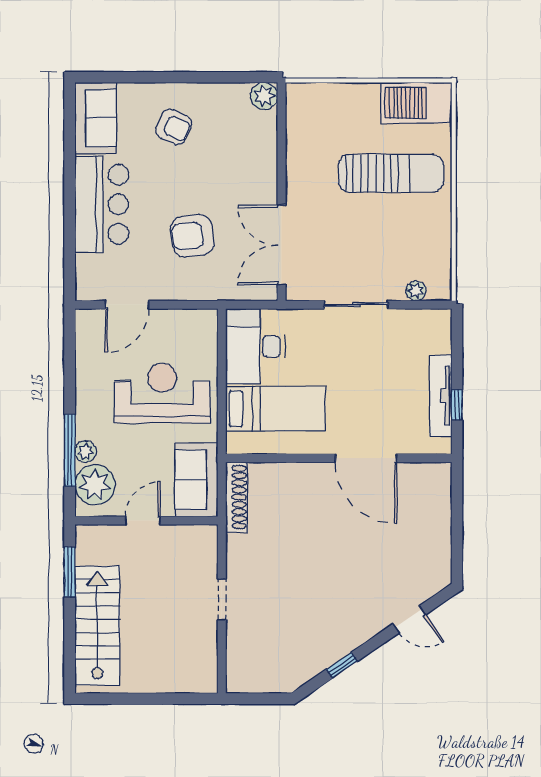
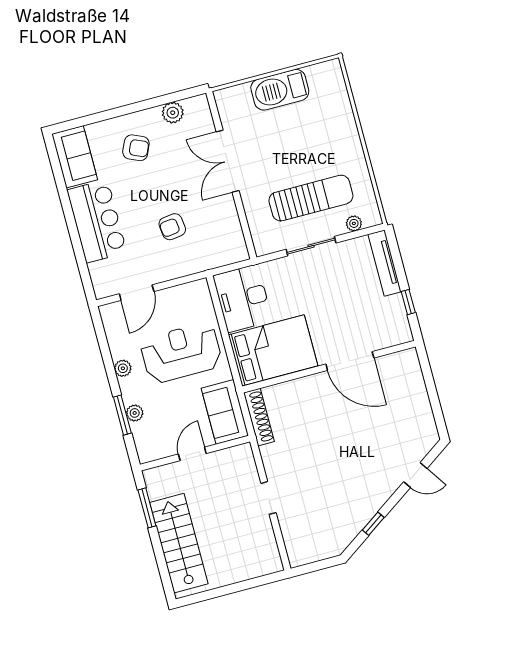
plant: (264, 96) -> (173, 113), moved
barbecue: (416, 103) -> (280, 90), moved
sun lounger: (391, 173) -> (311, 198), moved
armchair: (192, 236) -> (172, 227), width x0.72, depth x0.72
double door: (281, 245) -> (228, 161), moved
tv unit: (441, 396) -> (385, 263), moved
bed: (275, 409) -> (273, 350), width x1.50
window: (70, 450) -> (122, 415), width x0.69
plant: (95, 485) -> (123, 368), moved, width x0.53, depth x0.53

